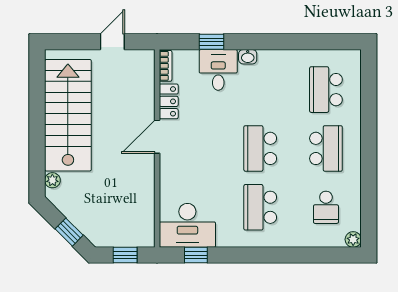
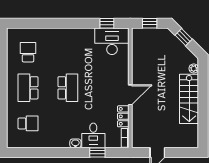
school desk: (326, 90) -> (28, 123), width x0.54
stairs: (68, 115) -> (189, 99), width x0.73, depth x0.66
school desk: (260, 207) -> (68, 52), removed
plant: (353, 239) -> (12, 33), removed

